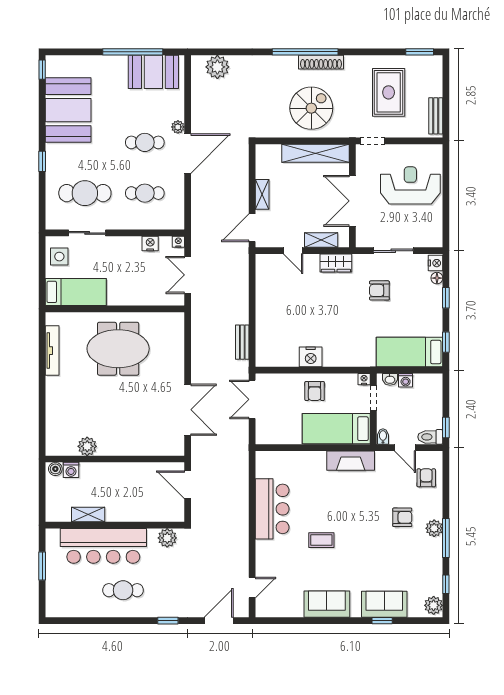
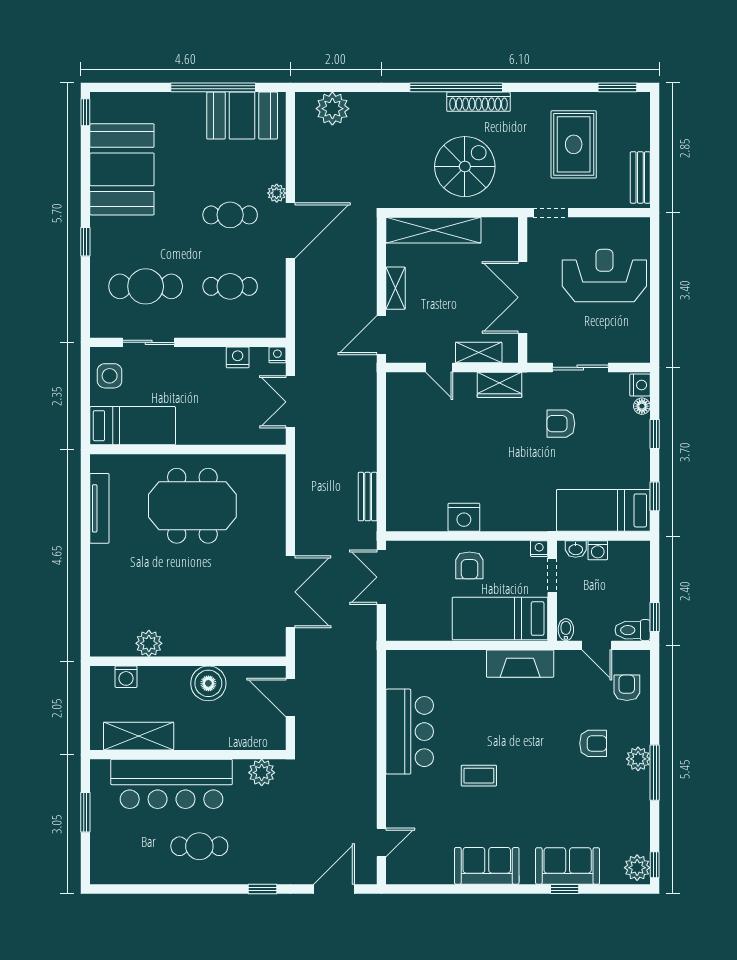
shelving: (315, 153) -> (433, 230), moved
boiler: (55, 469) -> (208, 683), moved, width x1.86, depth x1.86
shelving: (88, 515) -> (139, 736), width x1.50, depth x1.33
window: (446, 584) -> (655, 865), moved

